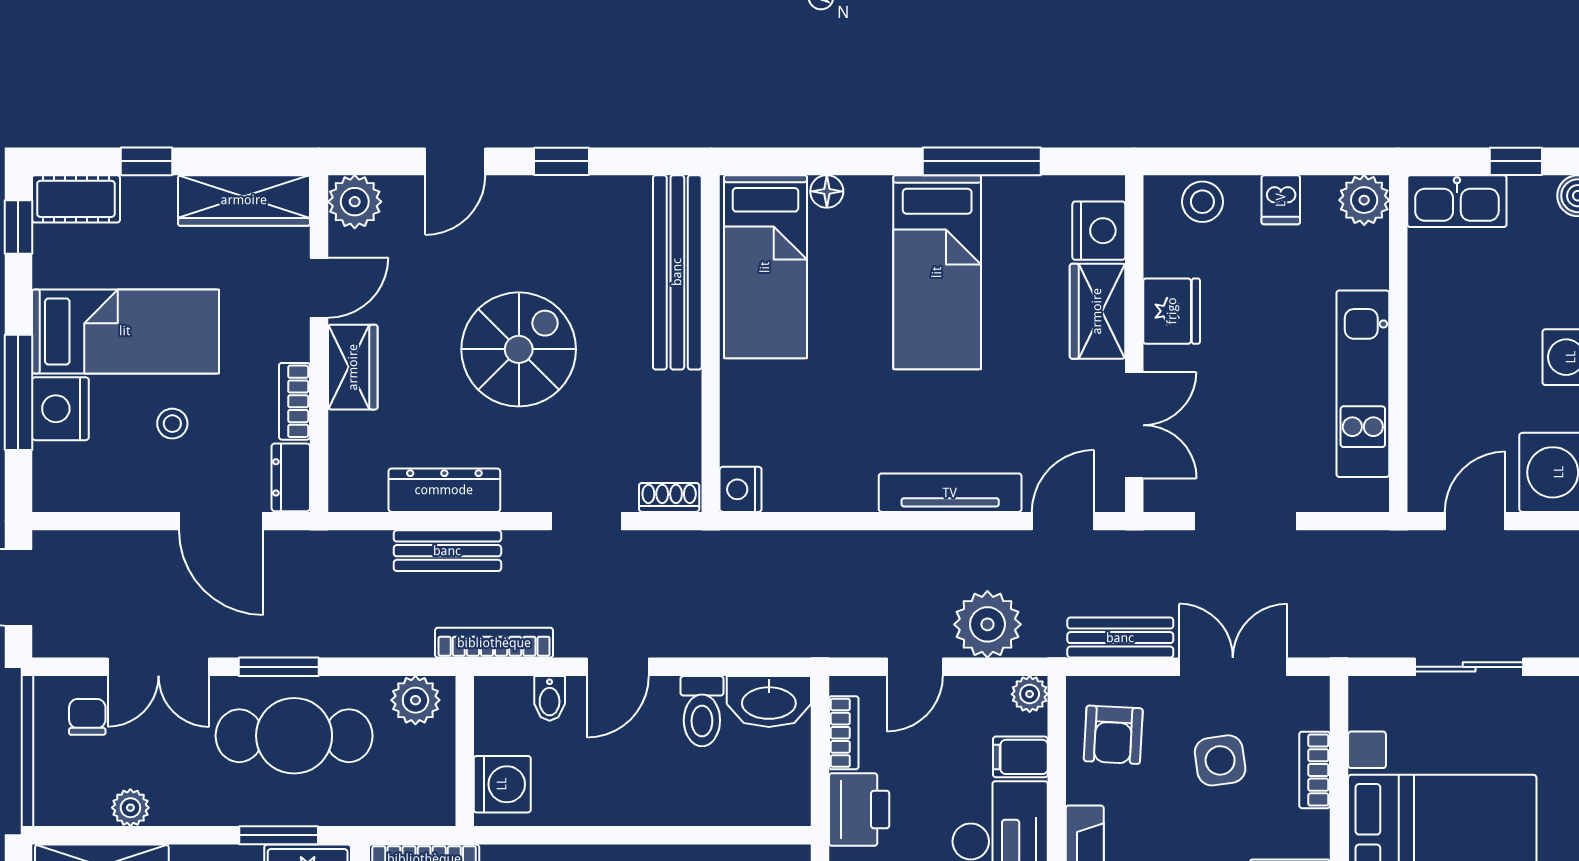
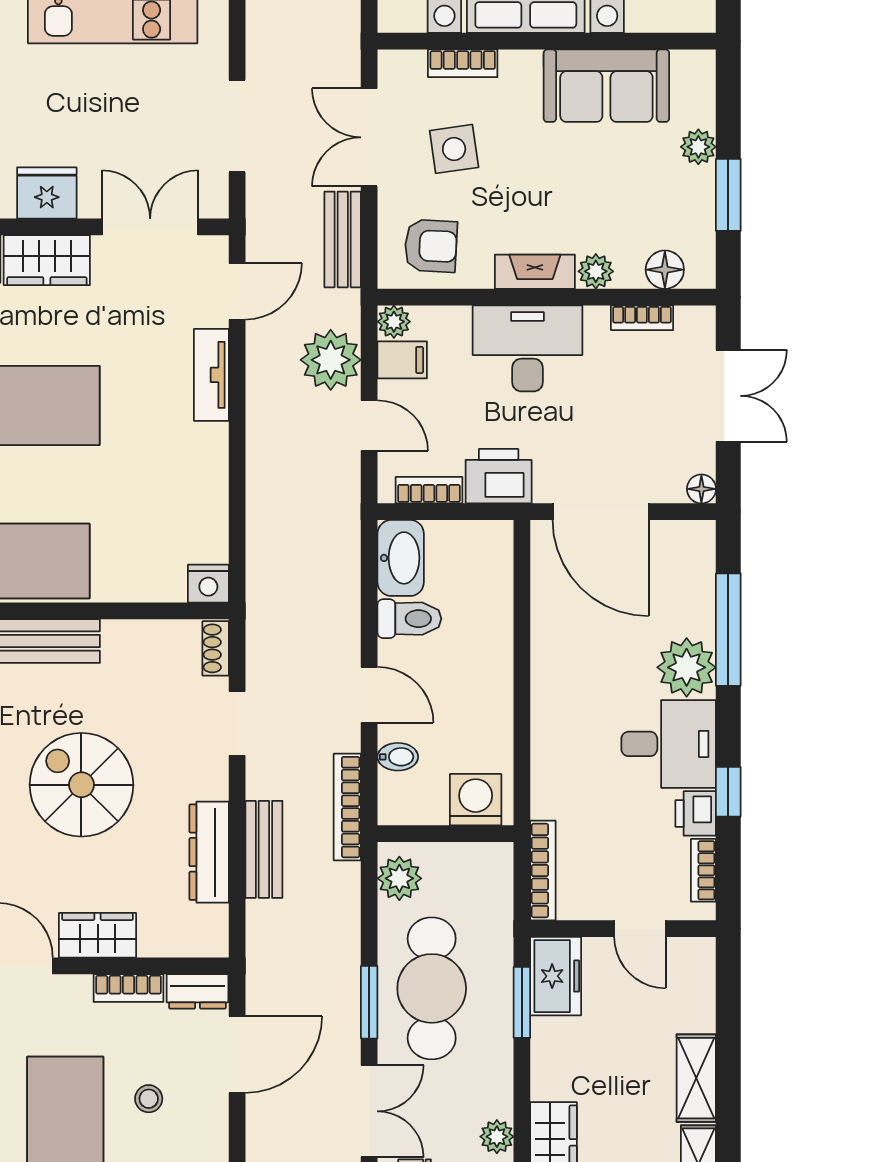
tv unit: (950, 493) -> (211, 375), width x0.71
door: (1063, 521) -> (237, 291), swing flipped
filing cabinet: (1020, 757) -> (402, 360), moved, turned -90

